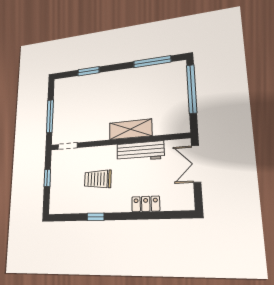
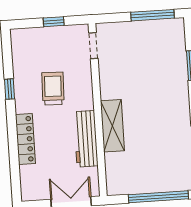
window: (50, 116) -> (152, 15), moved
locker: (146, 204) -> (25, 139), width x1.53

